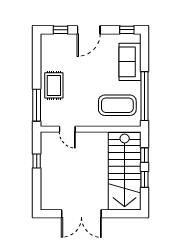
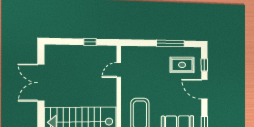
rug: (54, 85) -> (182, 65), moved
window: (37, 105) -> (170, 43), moved

